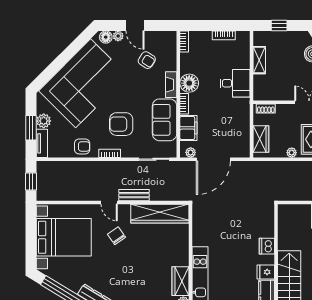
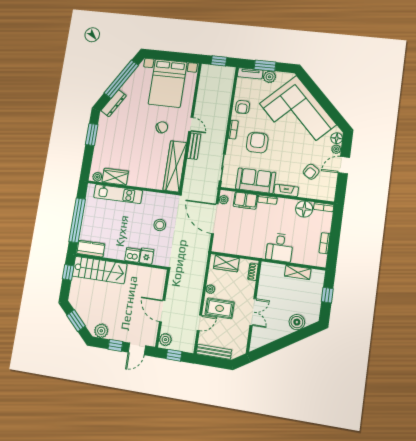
floor lamp: (189, 83) -> (304, 209), moved
door: (109, 203) -> (191, 124), swing flipped
stool: (229, 220) -> (160, 225), added
fridge: (266, 272) -> (147, 256), moved

